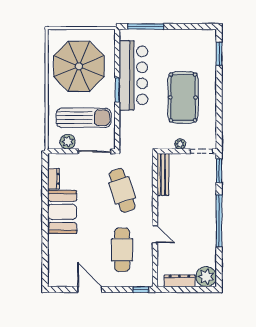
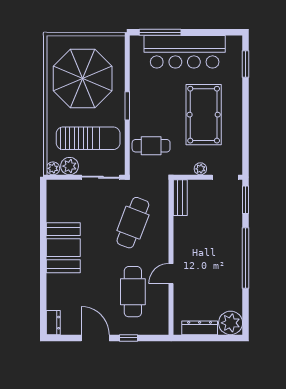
bar counter: (133, 75) -> (185, 52), moved, turned 90
cafe table: (138, 124) -> (151, 146), added
plant: (53, 144) -> (53, 168), added
bench: (163, 174) -> (180, 198), width x0.73
dresser: (54, 179) -> (53, 323), moved
cafe table: (122, 190) -> (133, 223), turned 39
door: (155, 234) -> (171, 274), swing flipped
window: (141, 290) -> (129, 338), moved

